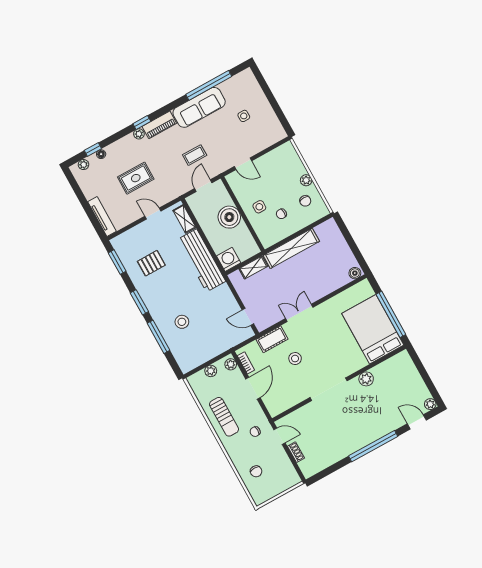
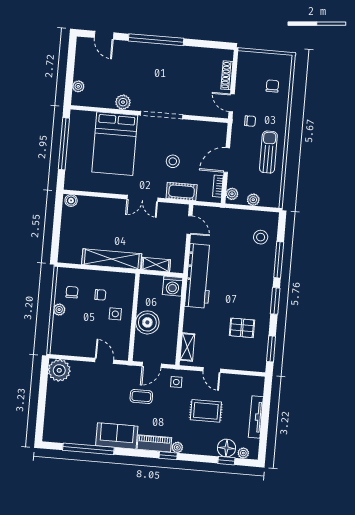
sofa: (199, 107) -> (117, 436), width x0.73
side table: (244, 116) -> (176, 382), moved
plant: (274, 132) -> (59, 370), added
floor lamp: (101, 154) -> (226, 448), width x1.89, depth x1.89
tv unit: (102, 217) -> (256, 417), moved
workbench: (202, 260) -> (199, 276), moved
stool: (182, 322) -> (261, 237), moved
bed: (373, 329) -> (115, 144), moved
plant: (430, 404) -> (78, 86), moved
shoe rack: (296, 452) -> (227, 75), width x1.43

